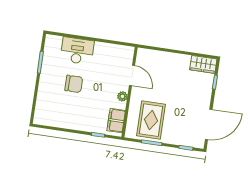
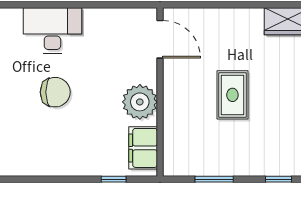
door: (132, 75) -> (160, 39), moved
plant: (122, 96) -> (140, 102), width x1.88, depth x1.88
rug: (151, 120) -> (232, 95), moved, width x0.73, depth x0.70

